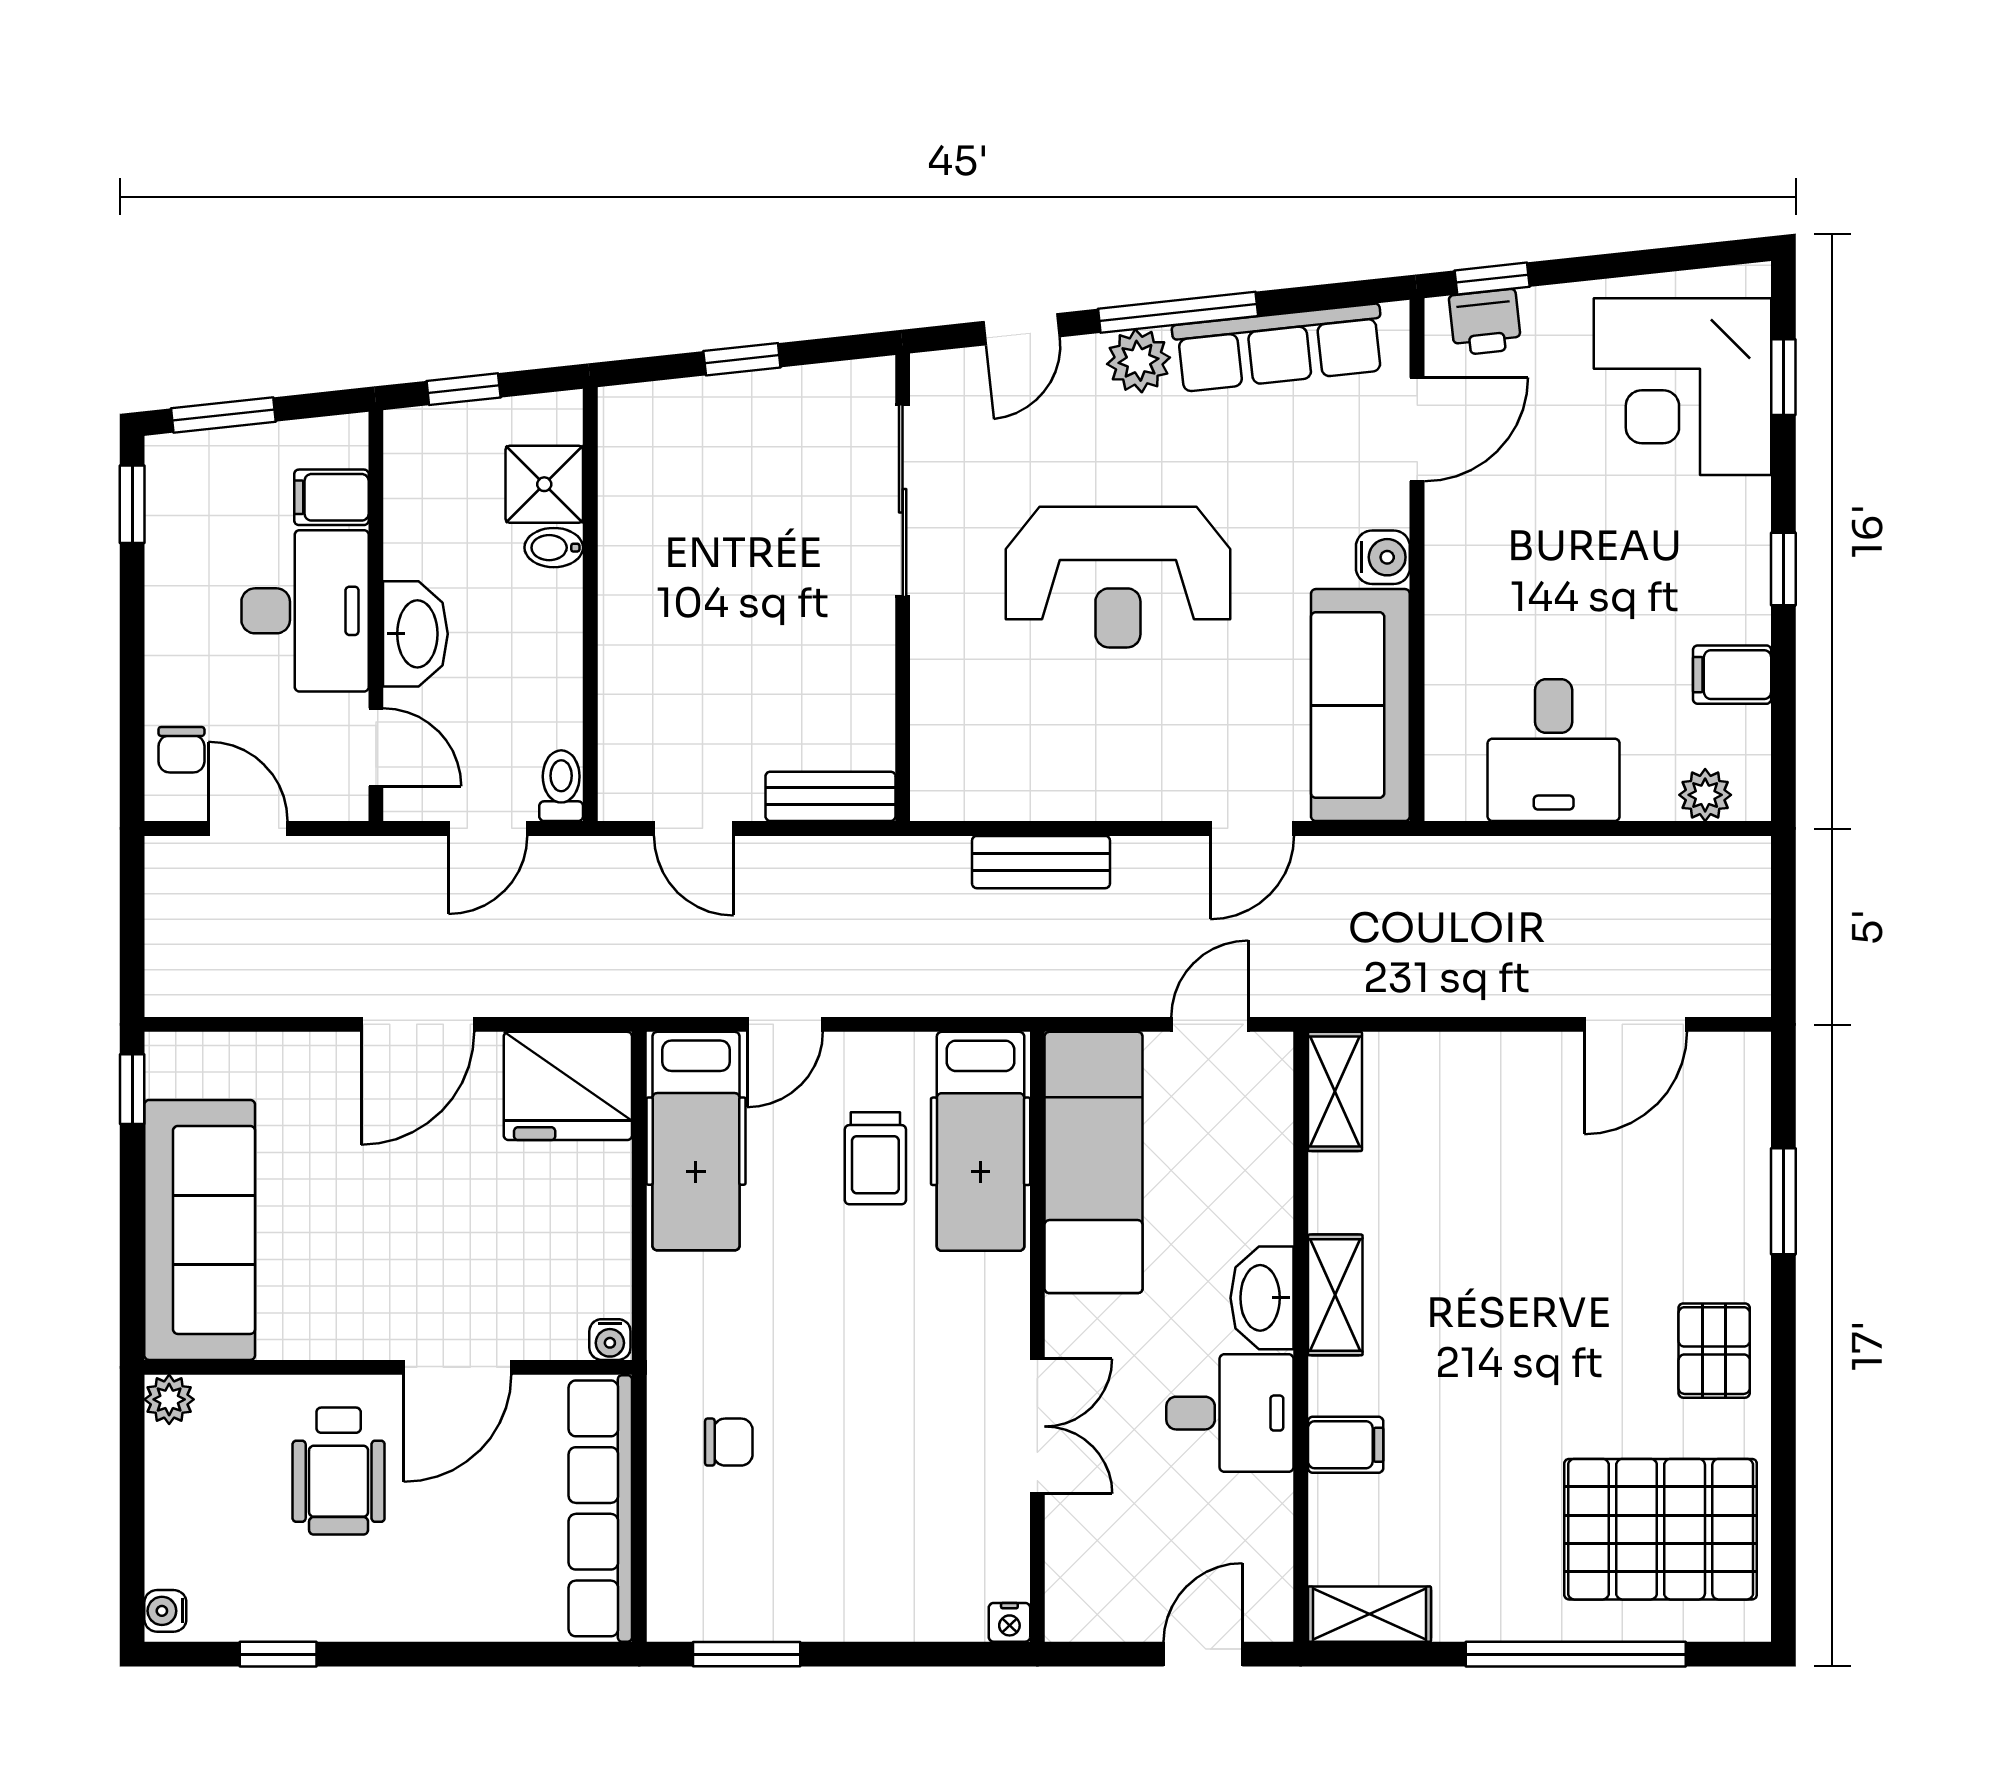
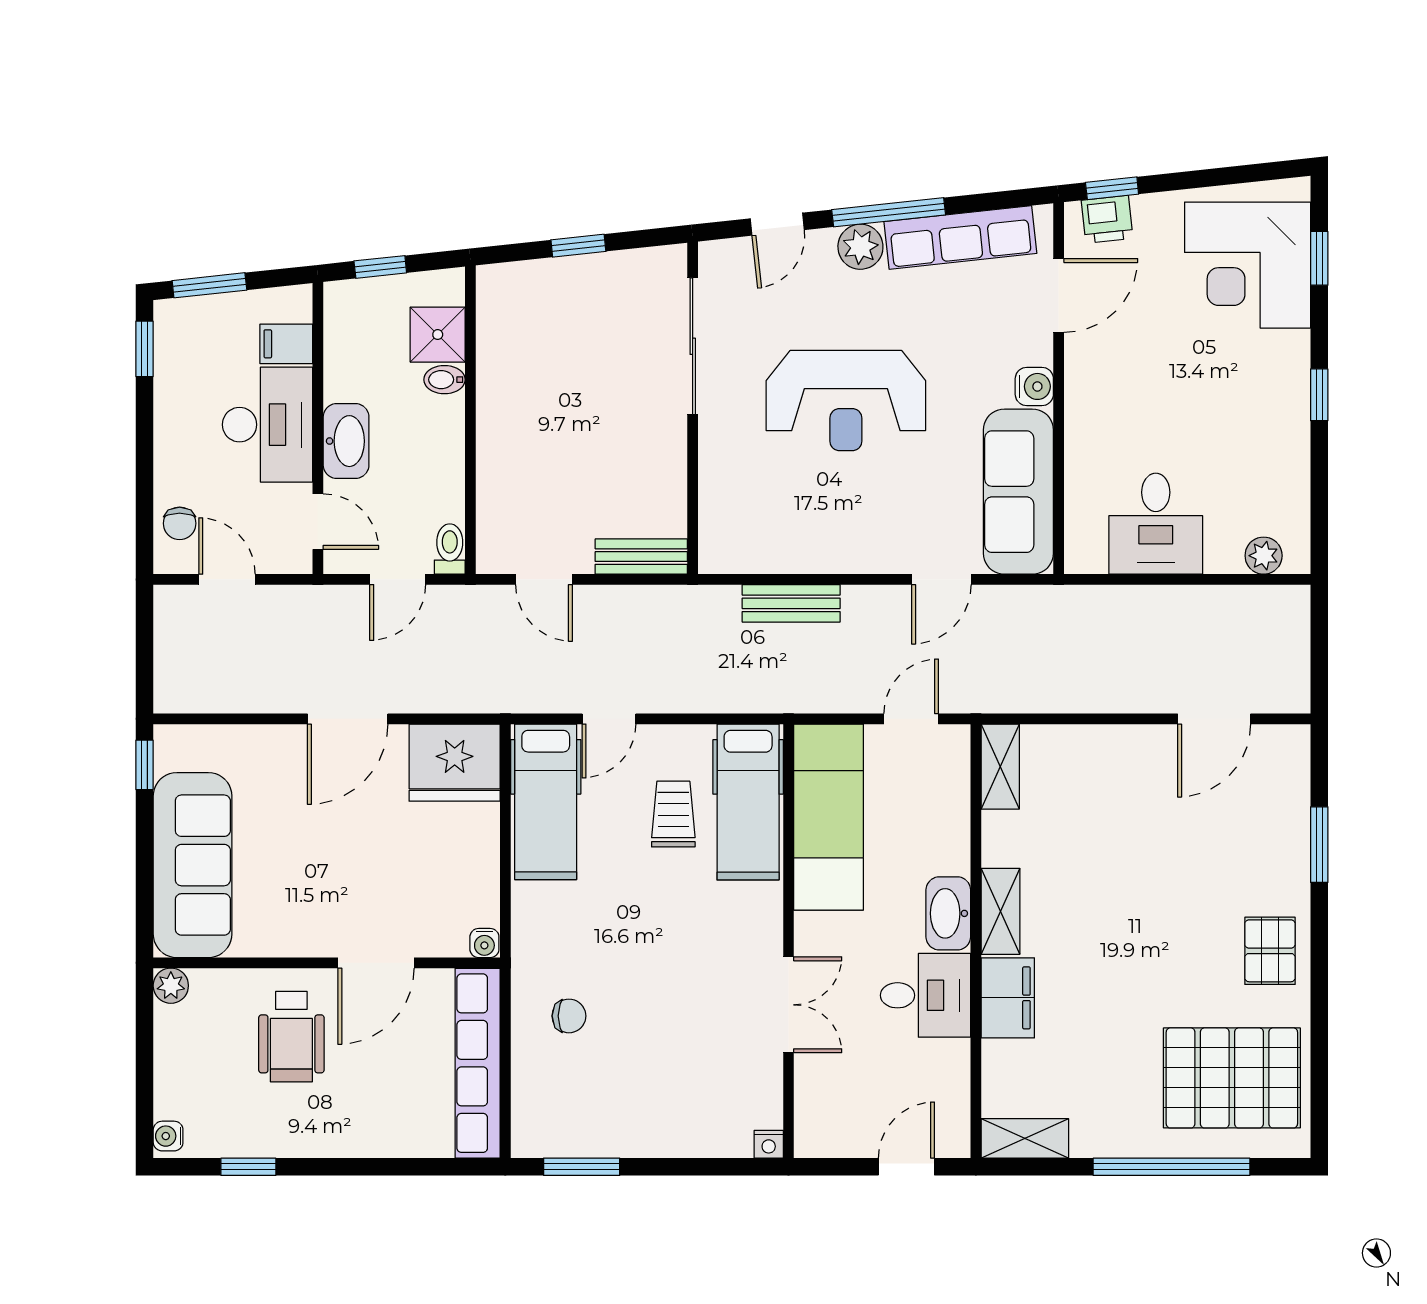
filing cabinet: (1732, 675) -> (1283, 470), removed
trolley: (875, 1158) -> (673, 814), turned 180
filing cabinet: (1346, 1445) -> (1008, 998), width x2.00

